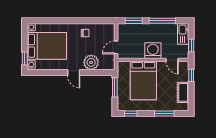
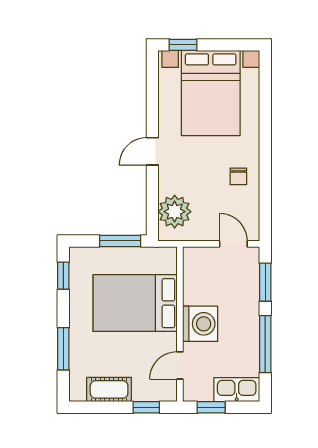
door: (116, 47) -> (233, 244), moved
plant: (91, 62) -> (175, 212), moved

